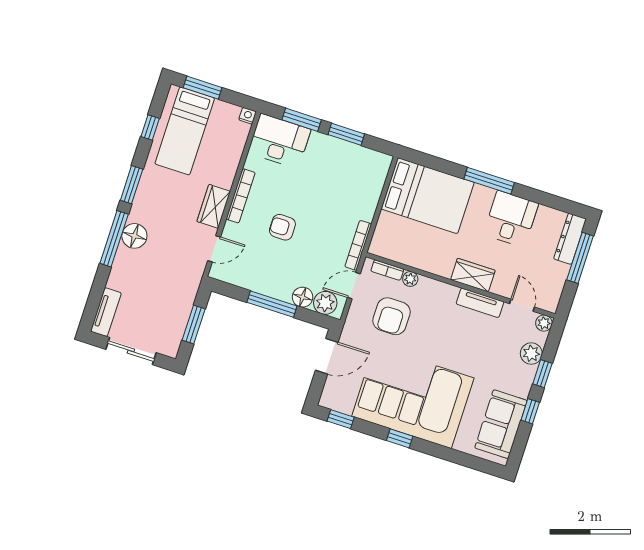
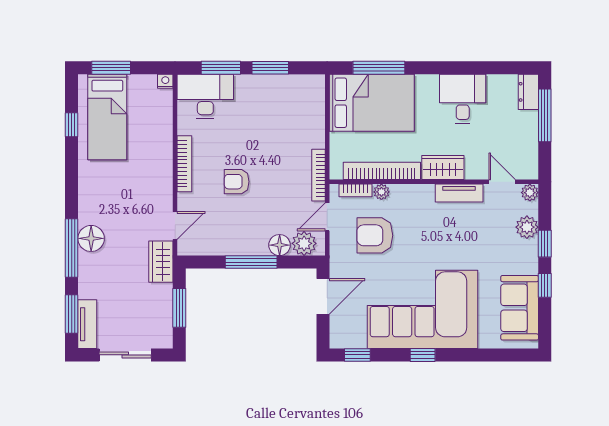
window: (489, 181) -> (379, 68), moved
window: (132, 185) -> (72, 314), moved
wardrobe: (214, 206) -> (161, 262), moved
dresser: (570, 239) -> (528, 92), width x0.70
bookcase: (417, 260) -> (382, 171), added
armchair: (392, 316) -> (375, 235), turned 90

